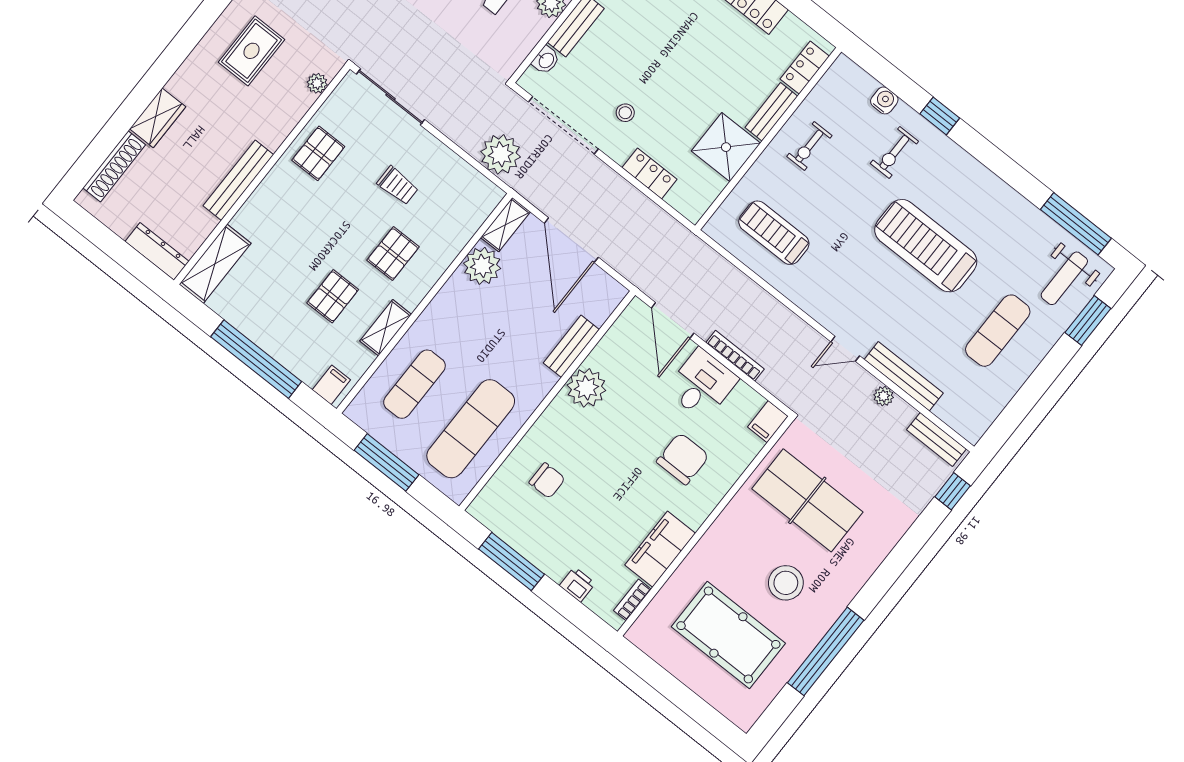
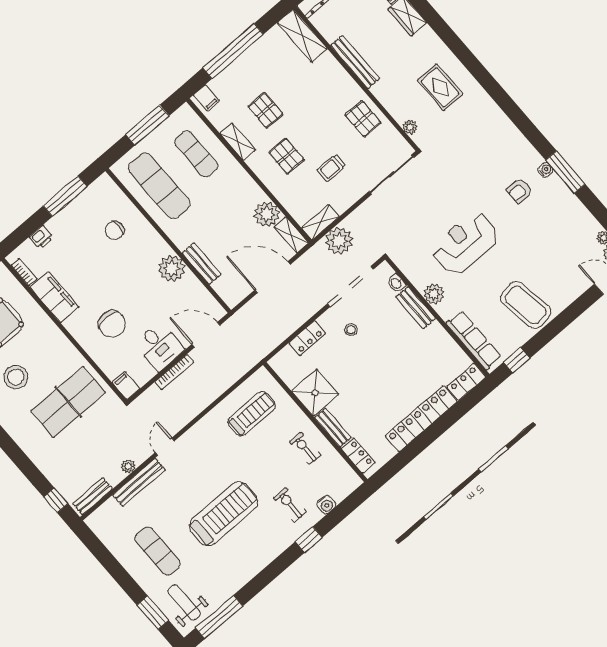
shelving: (479, 186) -> (320, 222), added

